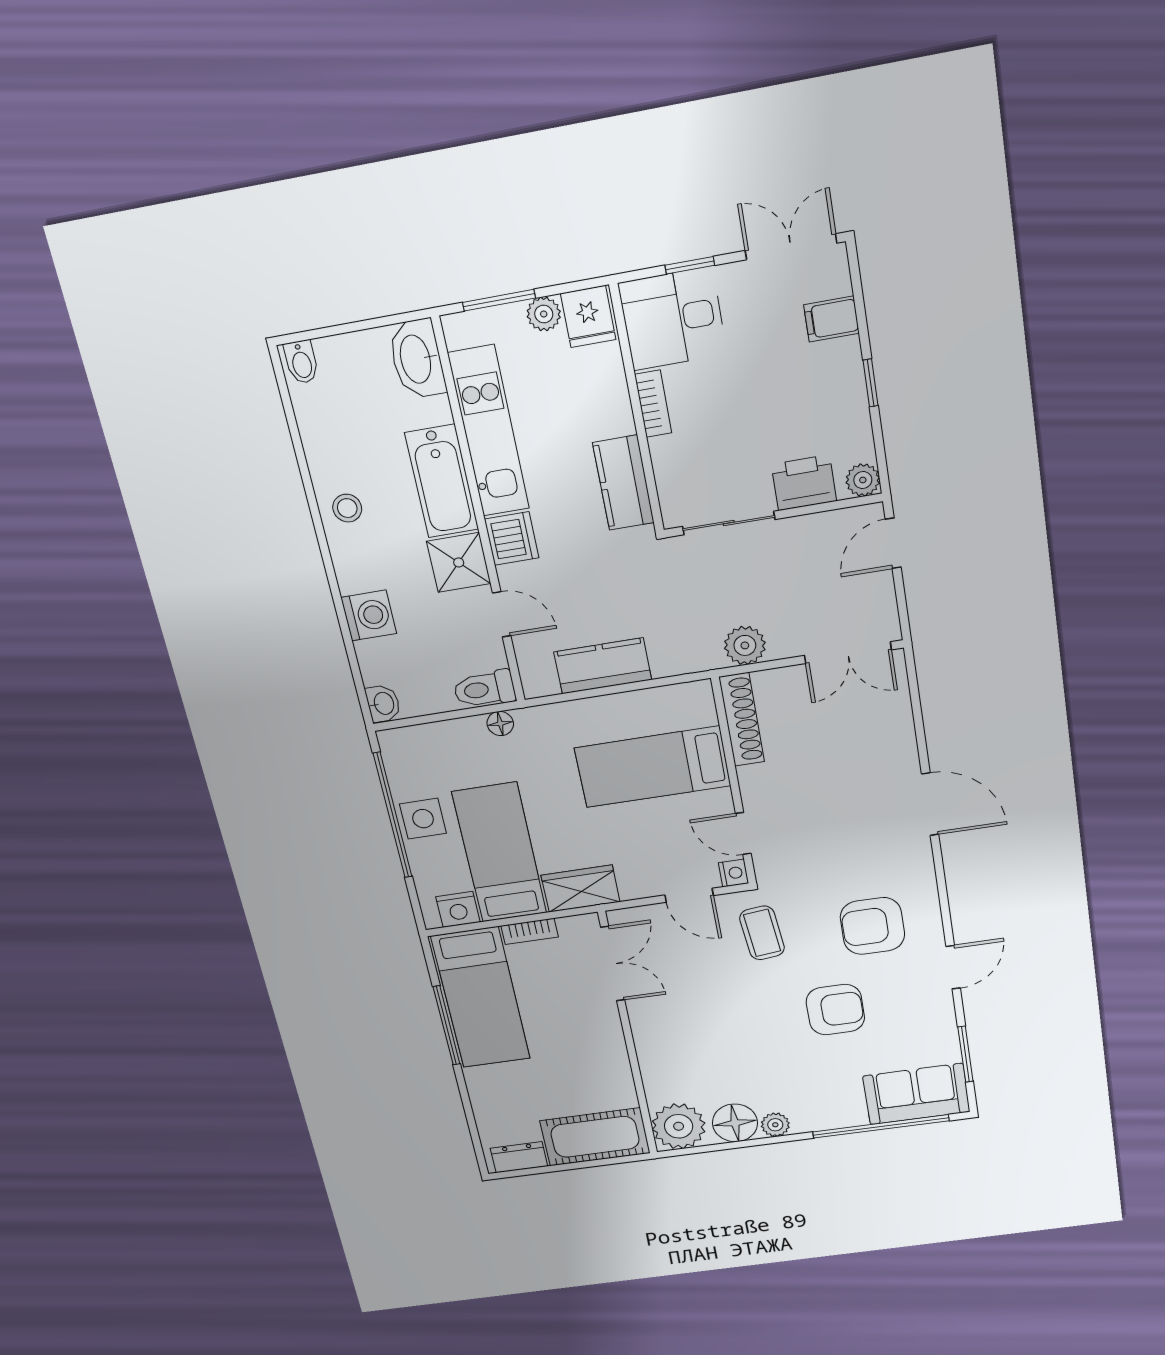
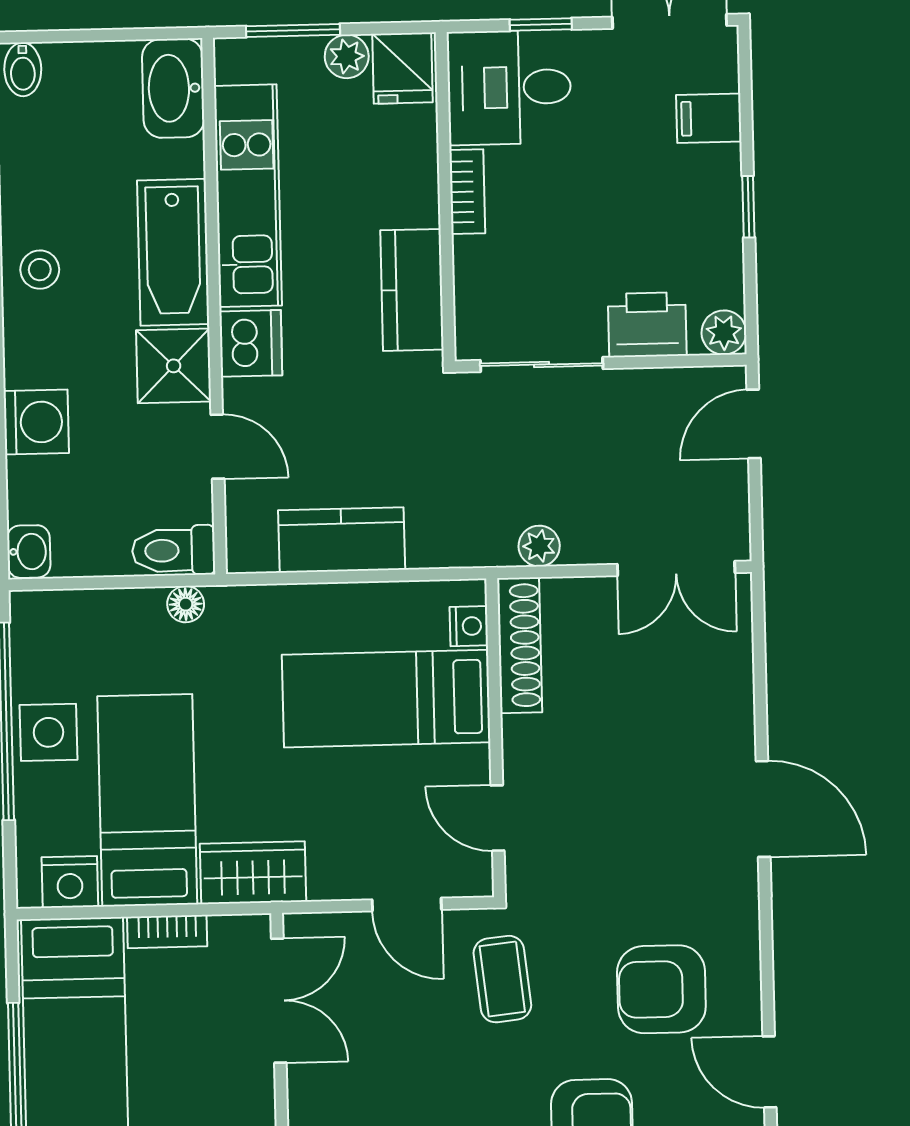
plant: (745, 645) -> (539, 546), width x0.73, depth x0.73
nightstand: (733, 873) -> (469, 626), moved
door: (953, 967) -> (769, 1072), swing flipped

